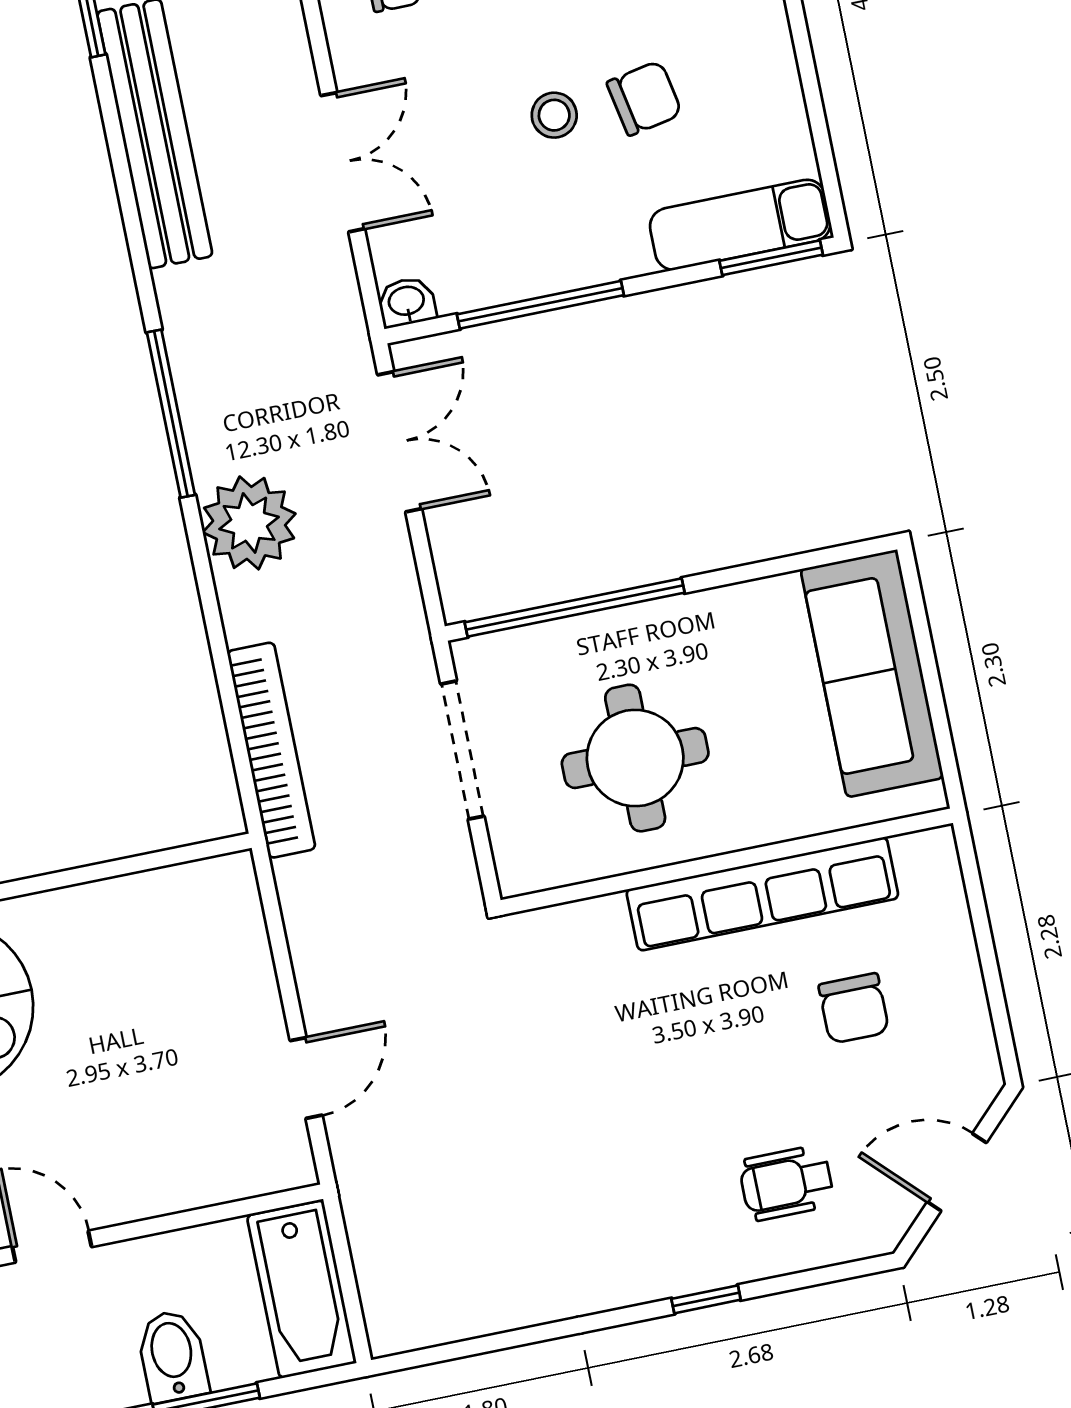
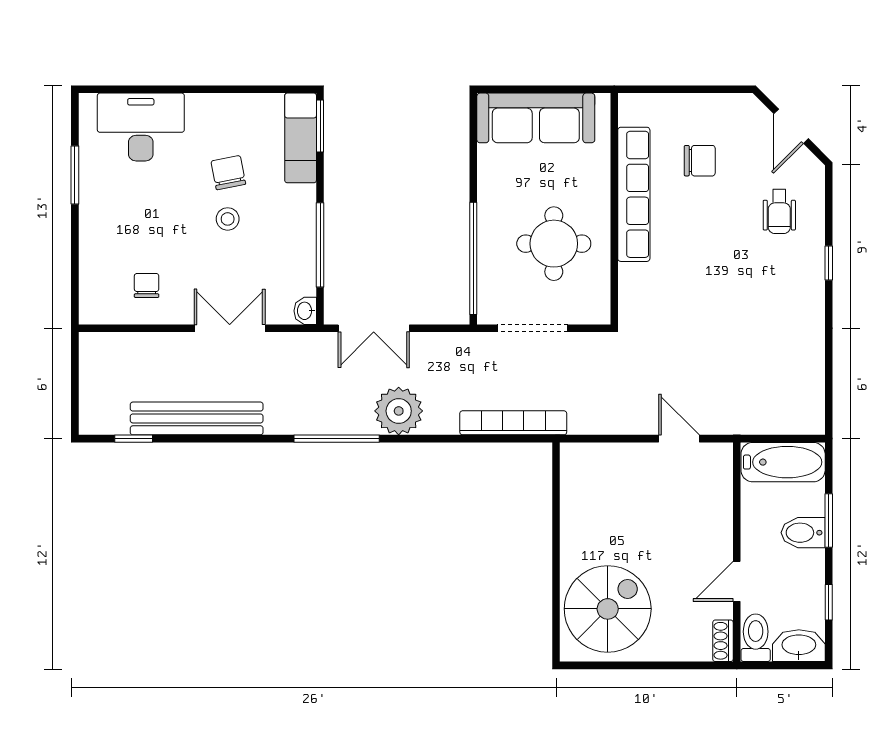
double door: (400, 442) -> (374, 328), swing flipped

